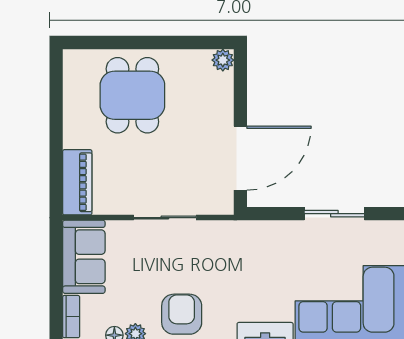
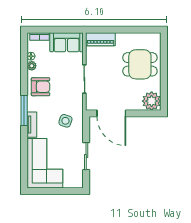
plant: (223, 60) -> (152, 101), width x1.87, depth x1.87
side table: (257, 259) -> (65, 121), added

